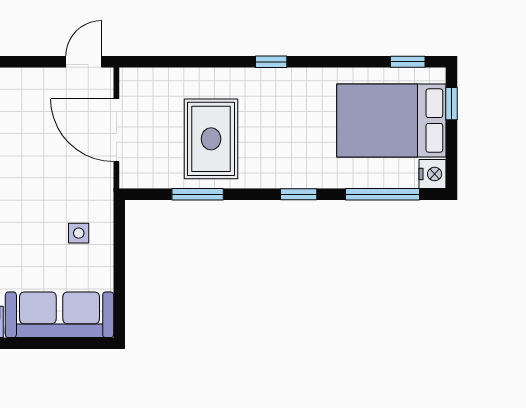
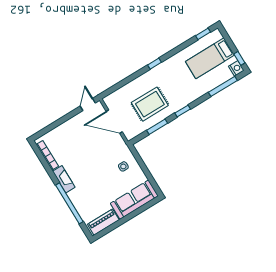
window: (451, 104) -> (239, 58), moved
bed: (391, 121) -> (210, 58), width x0.67
rug: (211, 139) -> (150, 104), turned 90
window: (299, 194) -> (183, 111), moved

